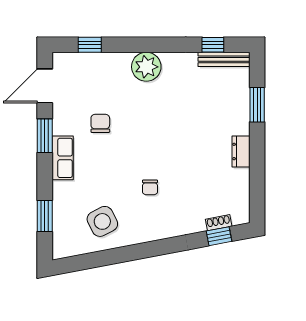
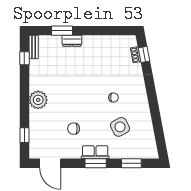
bench: (224, 59) -> (34, 47), width x0.73
window: (45, 136) -> (96, 163), moved
dresser: (241, 151) -> (72, 41), moved
side table: (102, 221) -> (120, 127), moved

